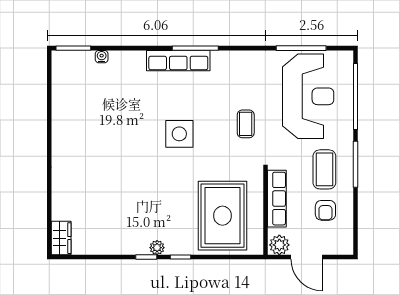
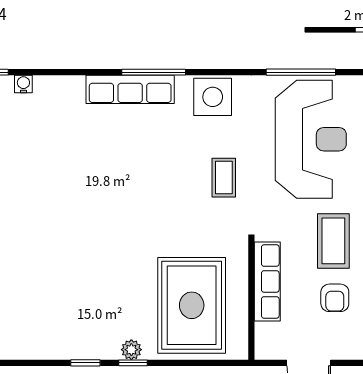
side table: (179, 134) -> (213, 97), moved
plant: (279, 245) -> (271, 346), removed
plant: (157, 248) -> (131, 350), moved

